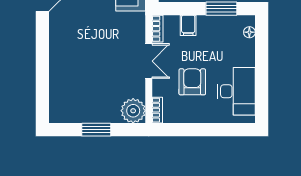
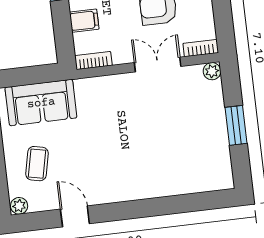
double door: (149, 61) -> (158, 65), moved
plant: (133, 111) -> (212, 71), width x0.53, depth x0.53

